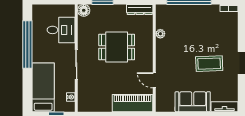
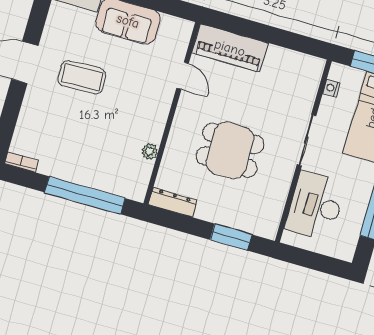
floor lamp: (84, 10) -> (268, 228), removed
desk: (61, 30) -> (315, 206), width x1.37

